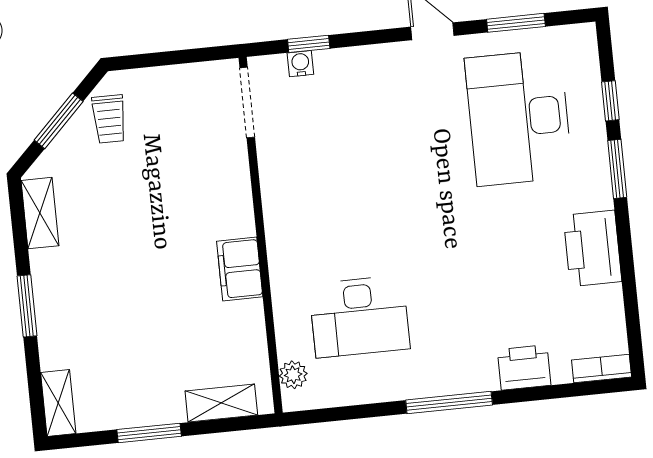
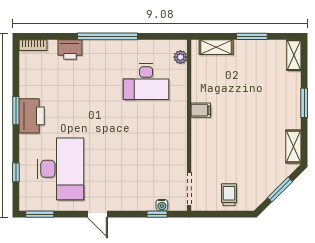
window: (516, 23) -> (40, 214), moved
trolley: (109, 119) -> (229, 195), moved
window: (617, 169) -> (16, 111), moved
printer: (592, 248) -> (32, 116), moved
filing cabinet: (240, 269) -> (201, 110), width x0.50
desk: (359, 317) -> (146, 82), turned 180
window: (449, 402) -> (107, 36), width x1.46

